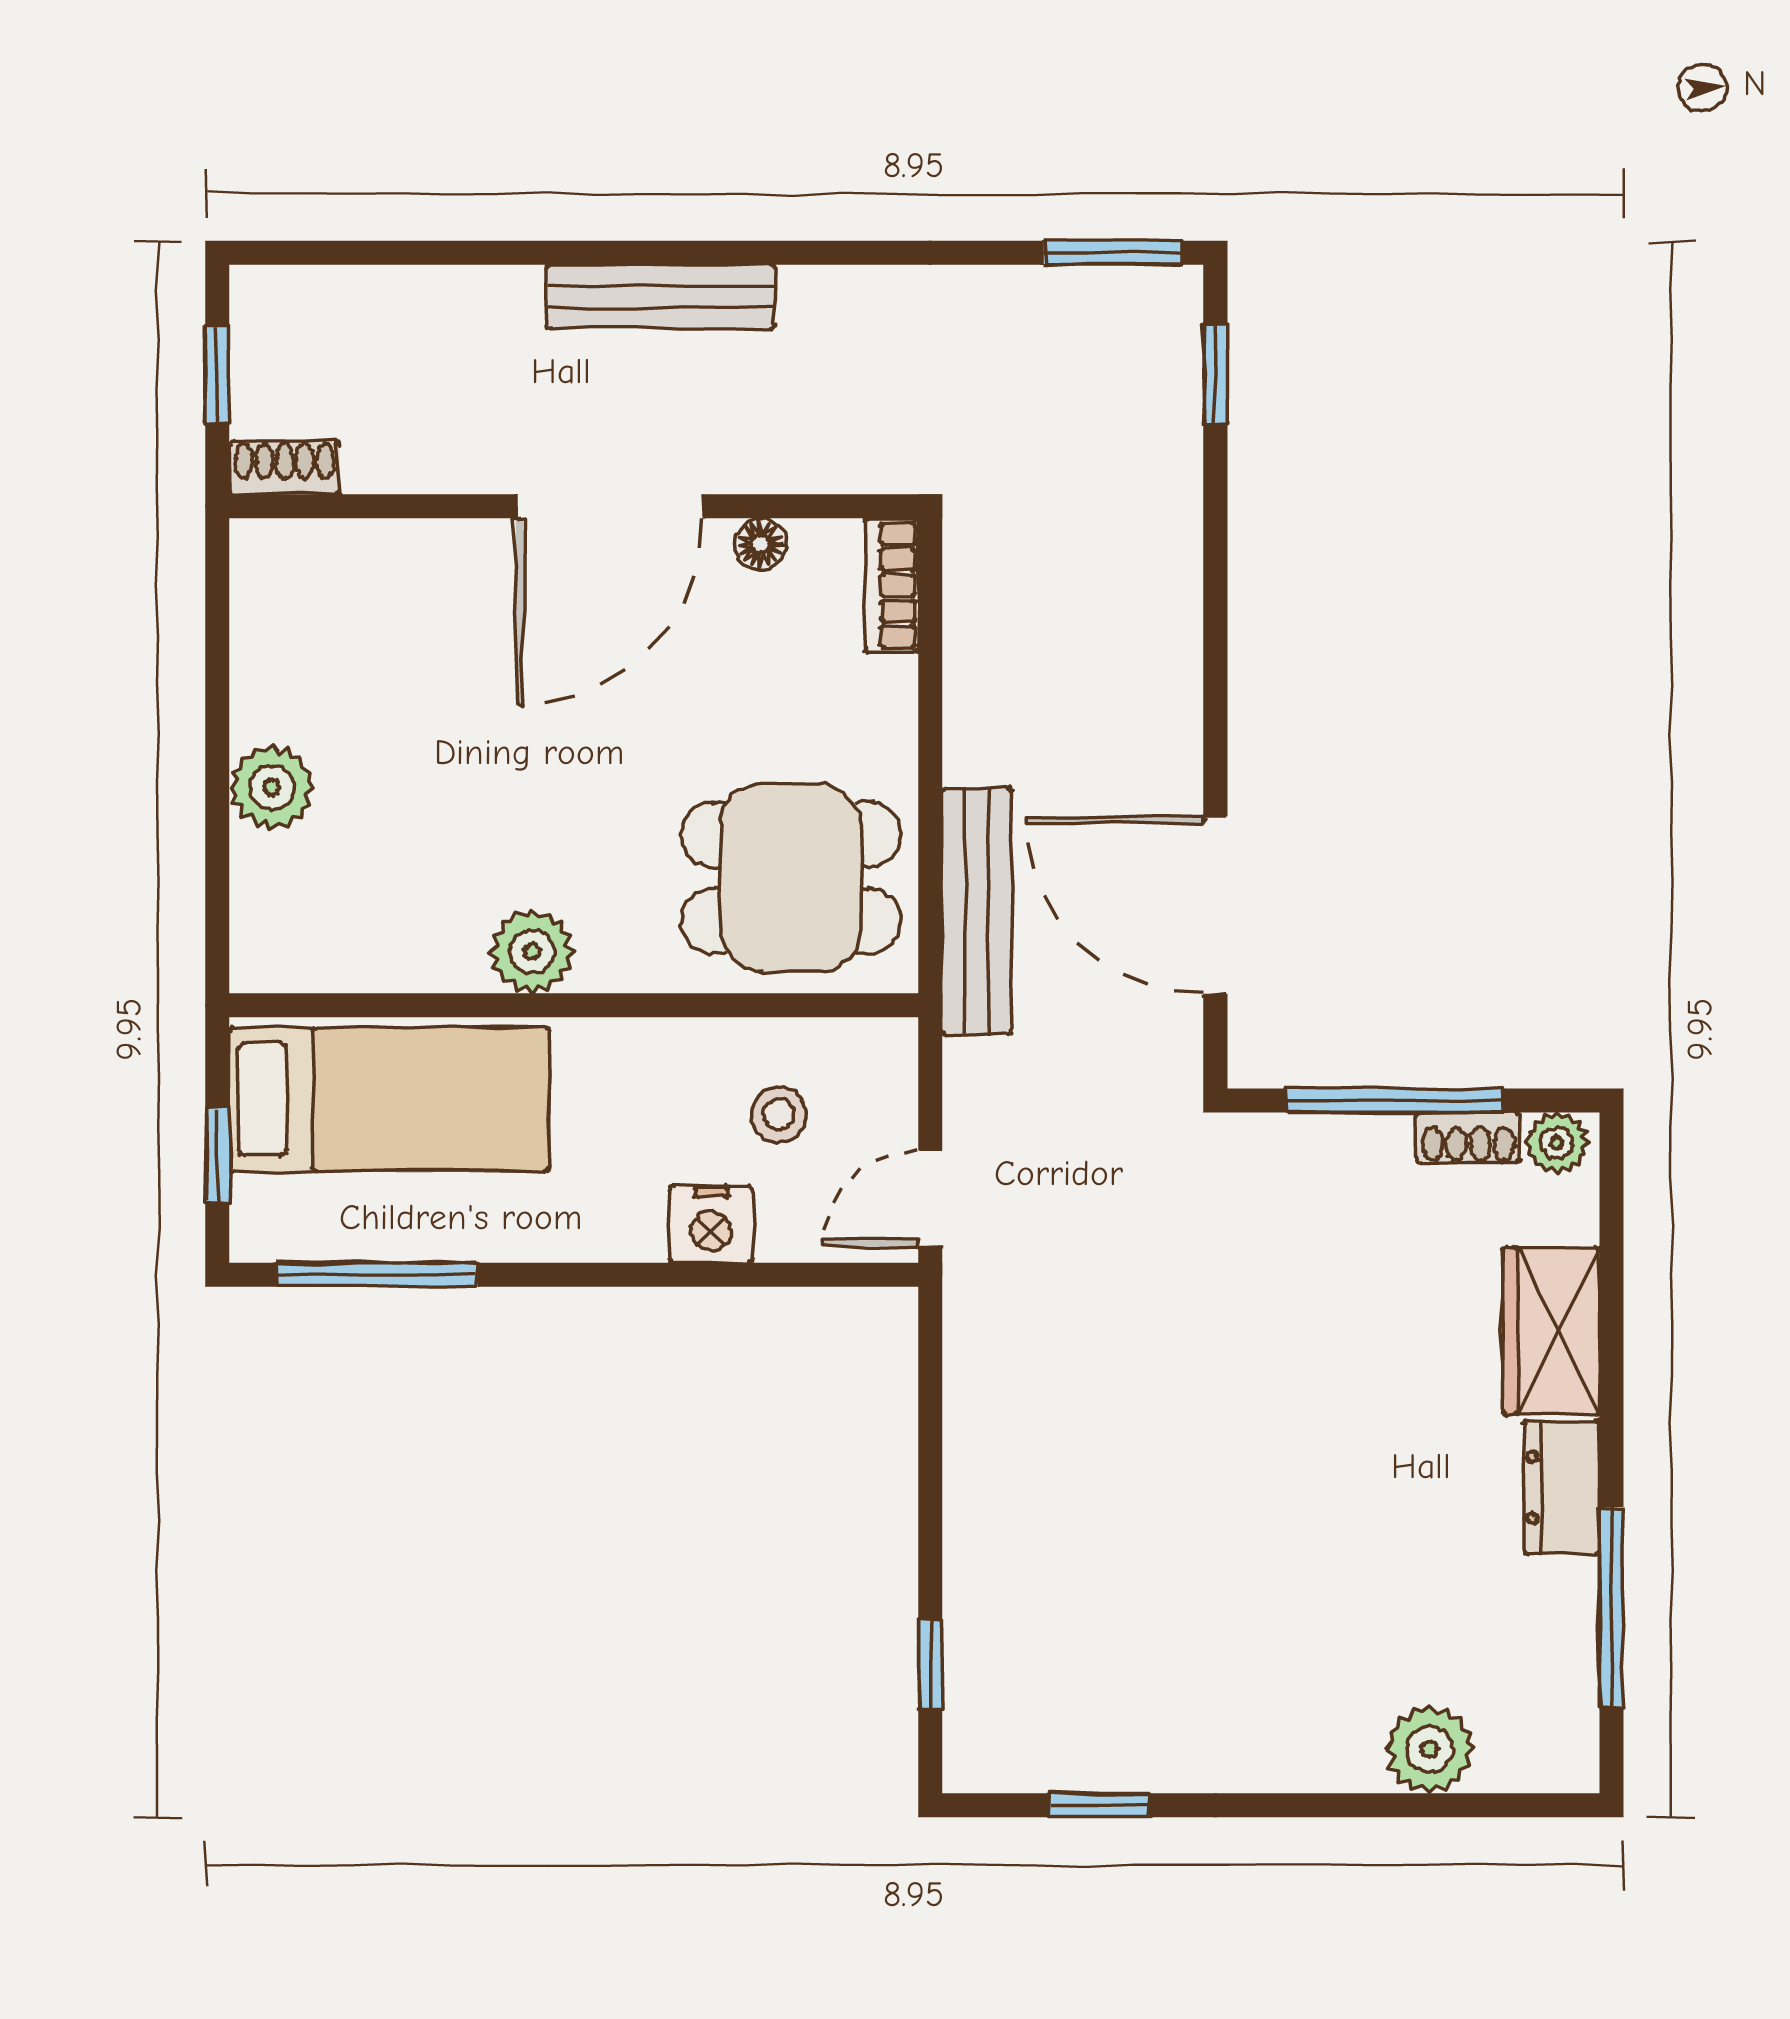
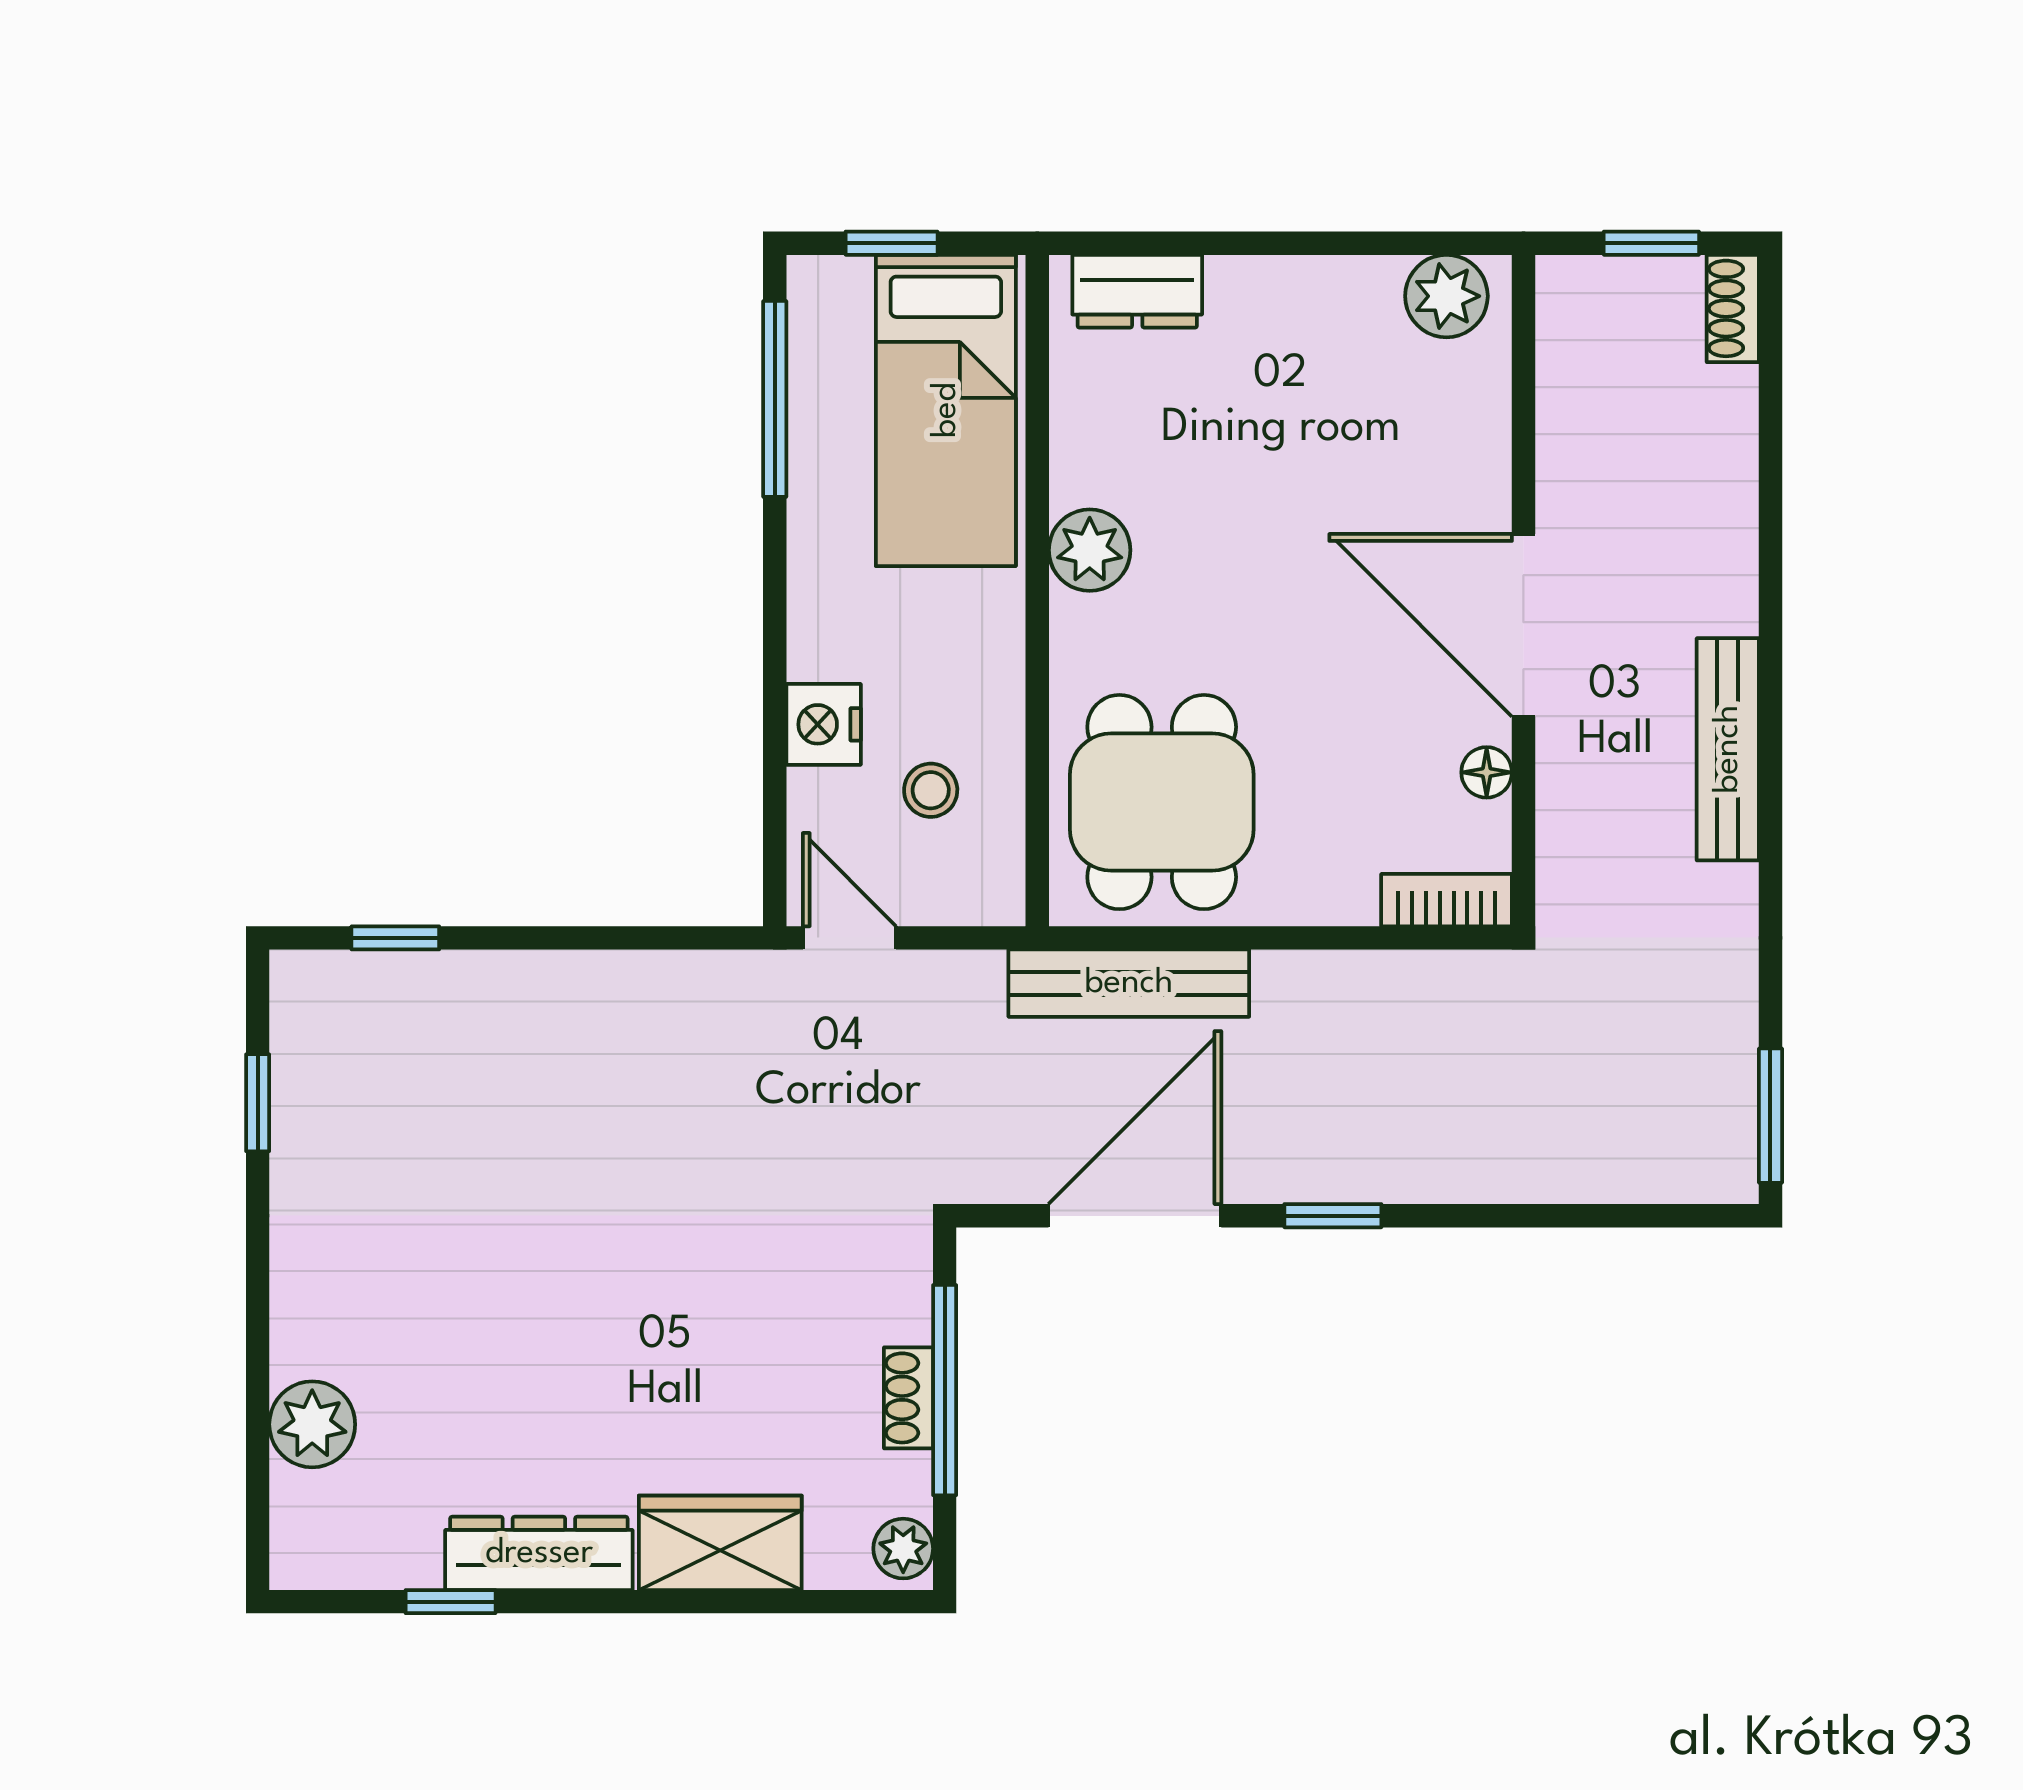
bench: (661, 297) -> (1728, 749), moved
window: (1215, 374) -> (1333, 1216), moved
shoe rack: (284, 468) -> (1733, 308), moved, turned 180
plant: (272, 787) -> (1446, 296), moved
dresser: (267, 903) -> (1137, 291), added
shoe rack: (1468, 1137) -> (908, 1398), moved
dresser: (1562, 1487) -> (539, 1553), width x1.44
window: (1611, 1607) -> (451, 1602), width x0.46

